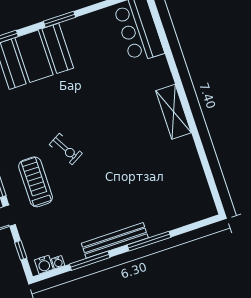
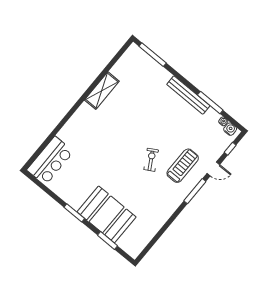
shelving: (174, 112) -> (102, 91), moved
treadmill: (36, 182) -> (183, 166), turned 180
window: (149, 241) -> (153, 55), moved

